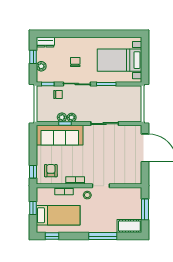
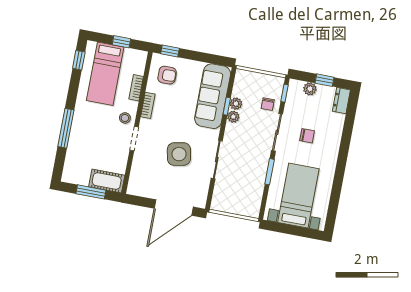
side table: (106, 151) -> (179, 154), added
cot: (129, 226) -> (107, 181), moved, turned 90

